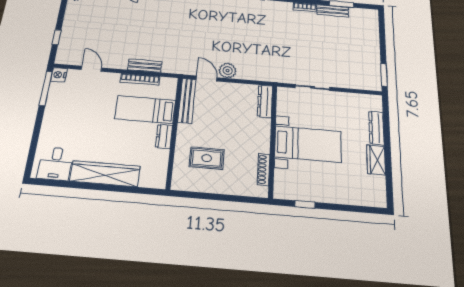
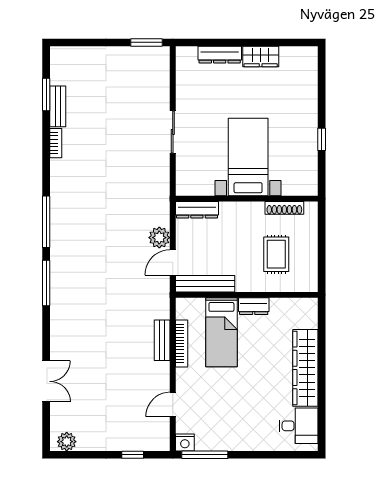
dresser: (265, 101) -> (197, 210), moved
wall: (273, 140) -> (247, 199), moved
bed with nightstands: (308, 144) -> (248, 157), moved
shoe rack: (264, 170) -> (284, 208), moved

